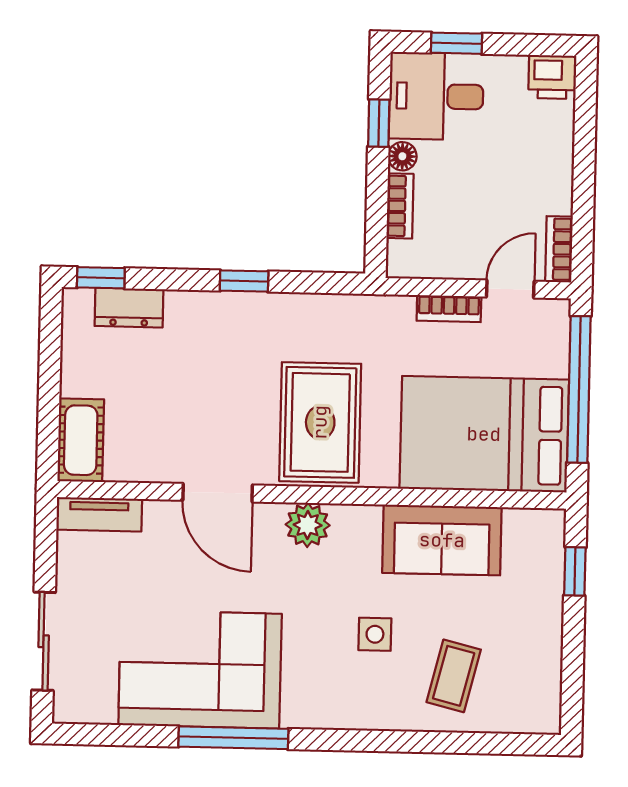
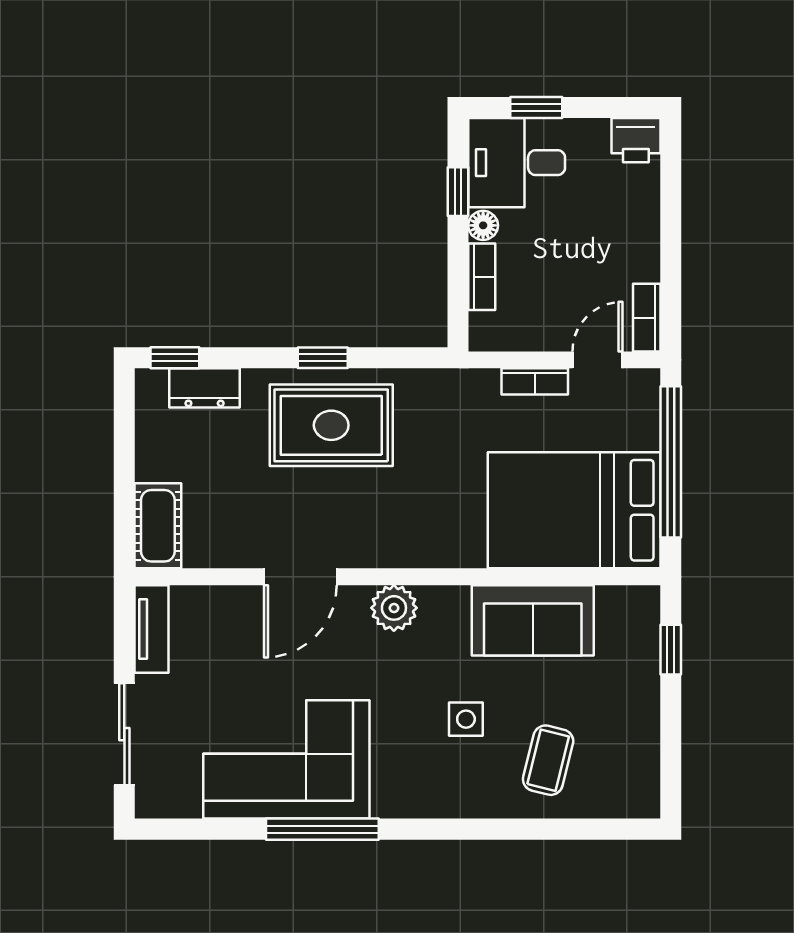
rug: (320, 422) -> (331, 425), moved, turned 90
door: (218, 493) -> (300, 577), hinge flipped
tv unit: (99, 514) -> (151, 629), moved, turned -90

